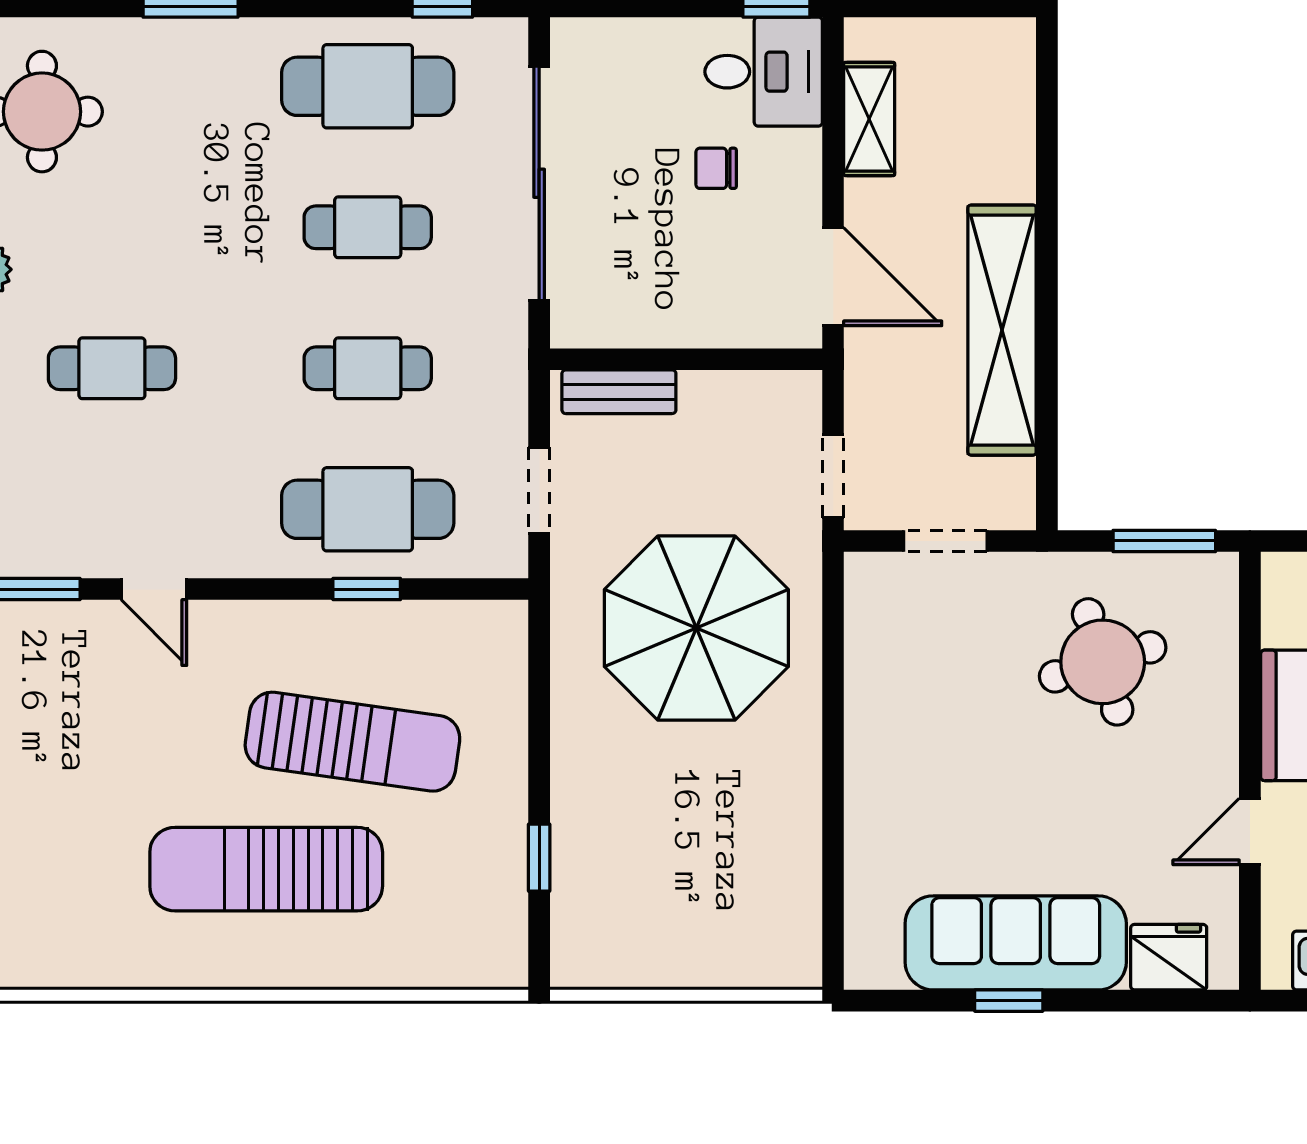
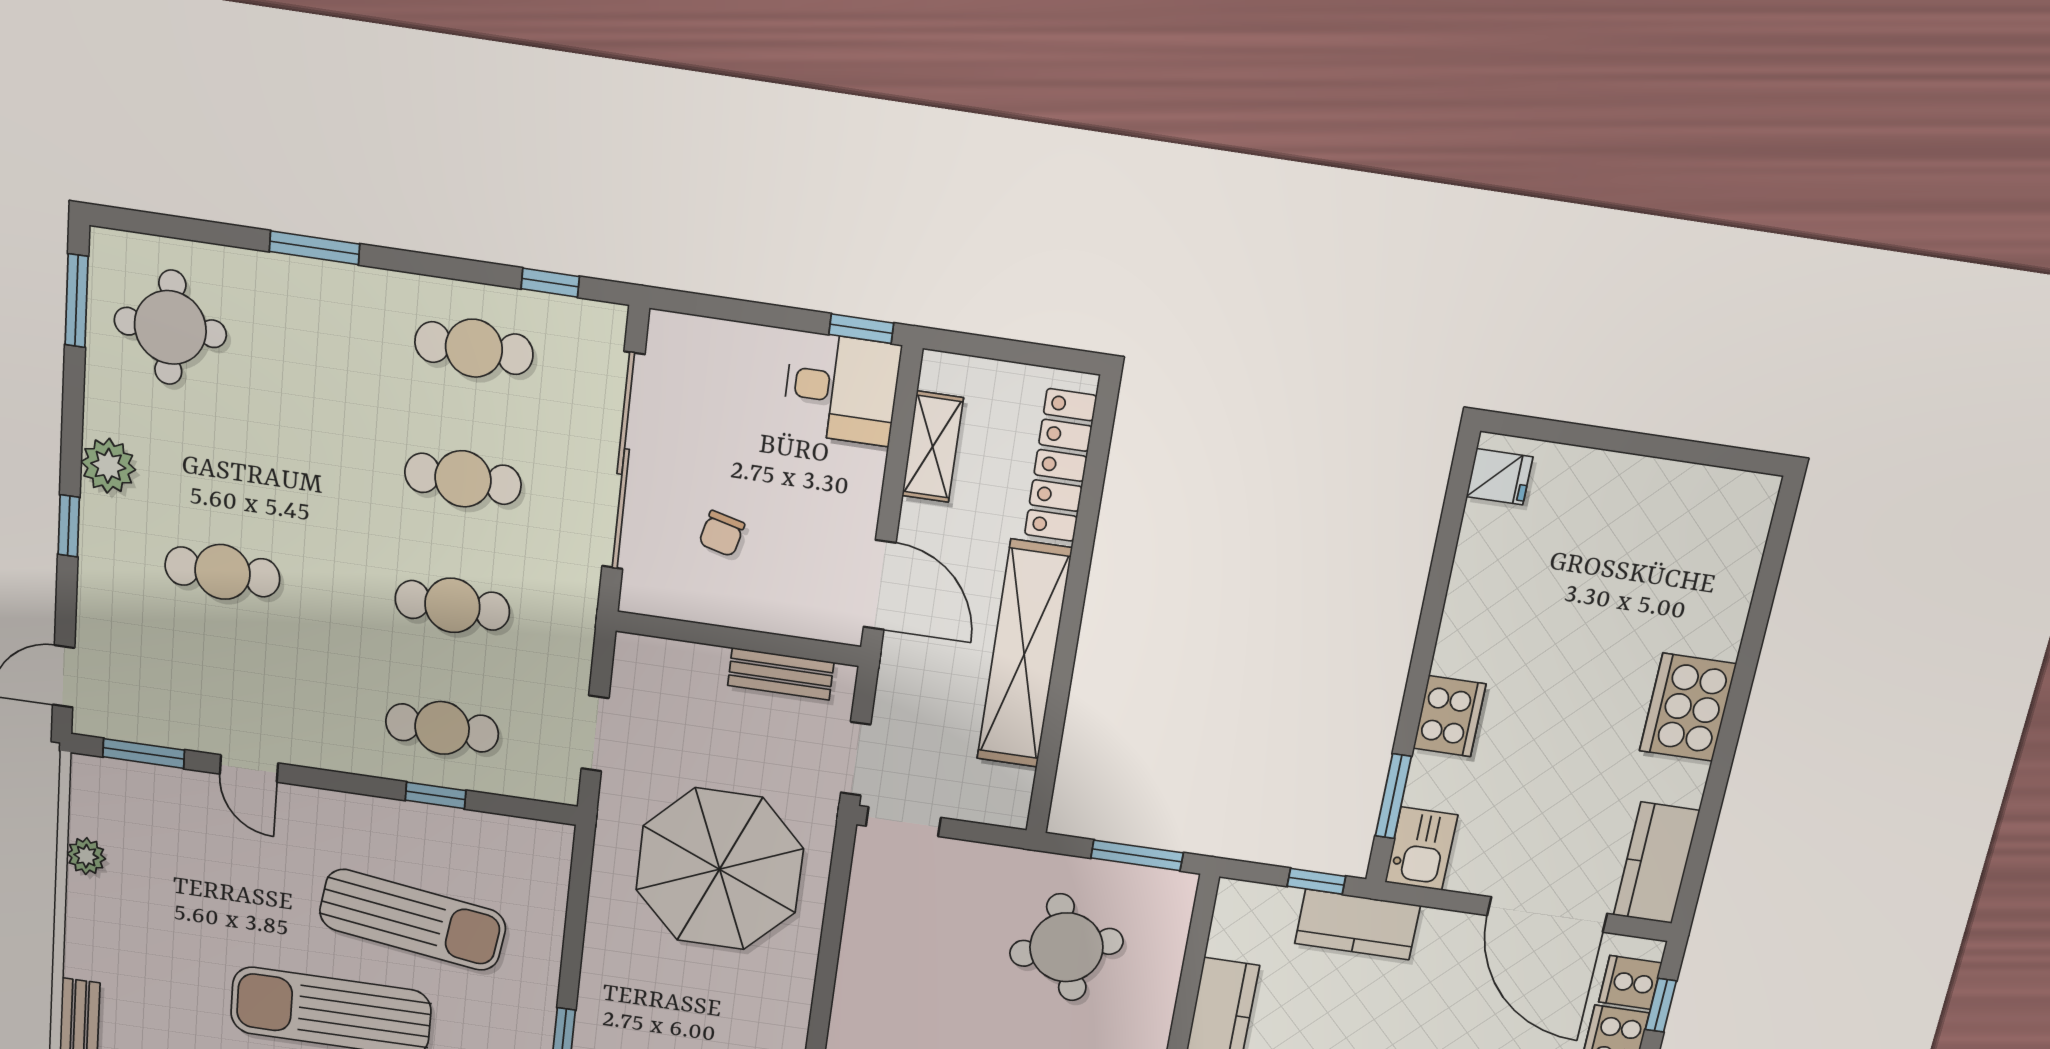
cafe table: (368, 86) -> (474, 348), width x0.73, depth x0.74
locker: (1009, 119) -> (1060, 466), added
chair: (716, 168) -> (722, 534), moved, turned -76
bench: (619, 392) -> (781, 674), moved
cafe table: (368, 509) -> (442, 728), width x0.73, depth x0.74
doorway: (945, 541) -> (903, 822), moved

